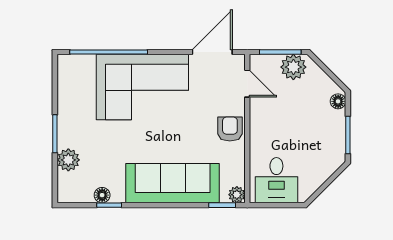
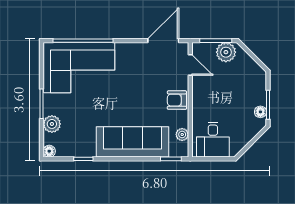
corner sofa: (142, 87) -> (79, 68), moved
floor lamp: (338, 101) -> (260, 112), moved
armchair: (230, 129) -> (177, 100), turned -90
floor lamp: (102, 195) -> (49, 151), moved
plant: (237, 195) -> (182, 135), moved

